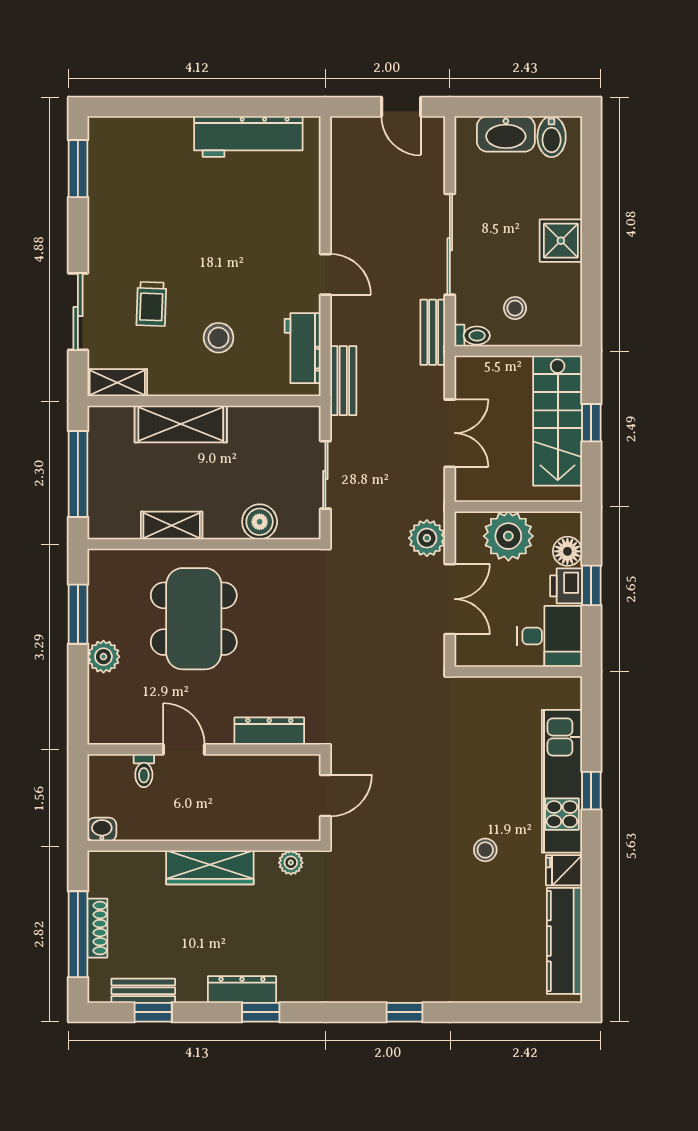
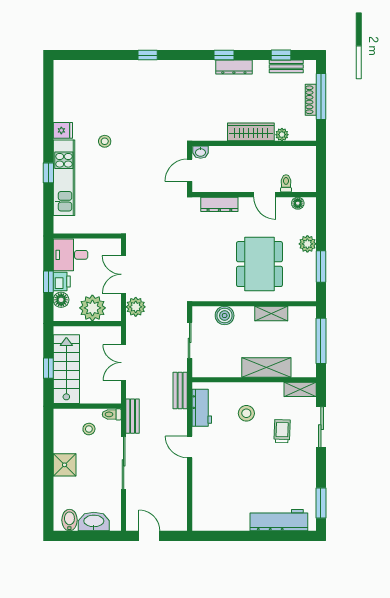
workbench: (248, 137) -> (279, 520), moved
floor lamp: (122, 733) -> (298, 203), added
washbasin: (102, 829) -> (201, 152), moved
plant: (291, 863) -> (282, 135), moved
kitchen counter: (564, 941) -> (63, 93), removed

